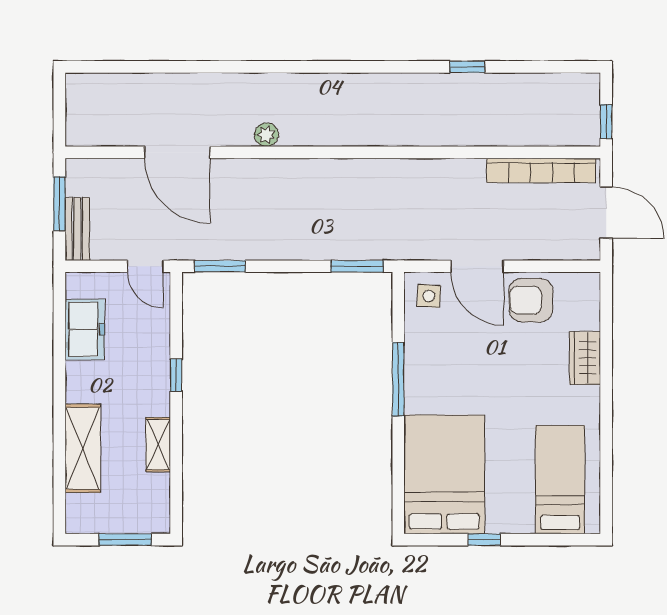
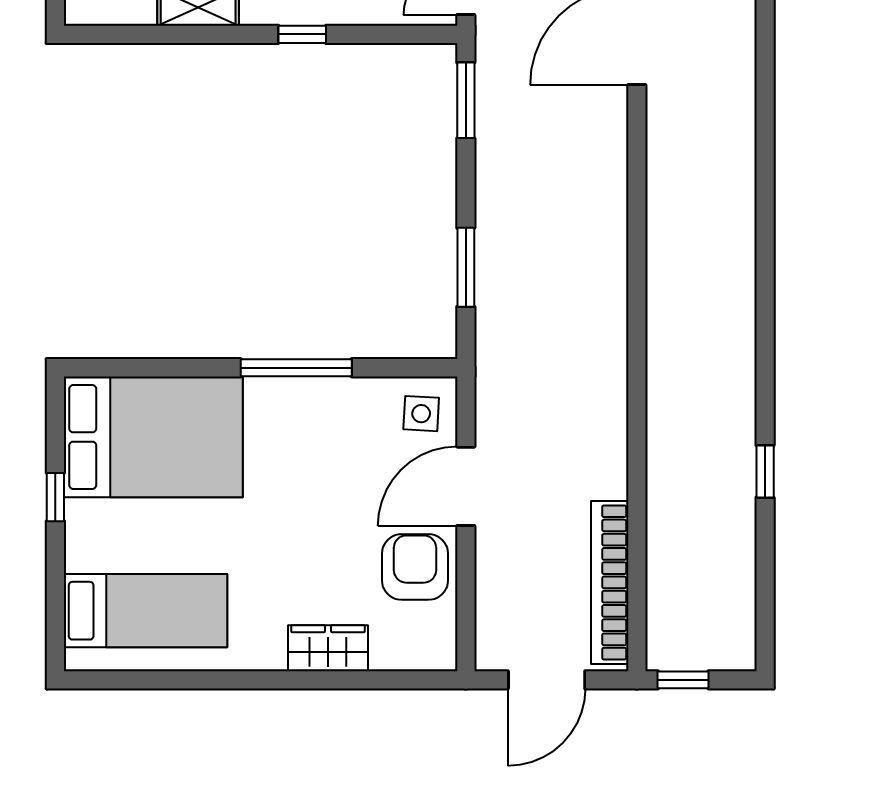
plant: (266, 135) -> (663, 170), removed
window: (357, 266) -> (466, 267), moved

